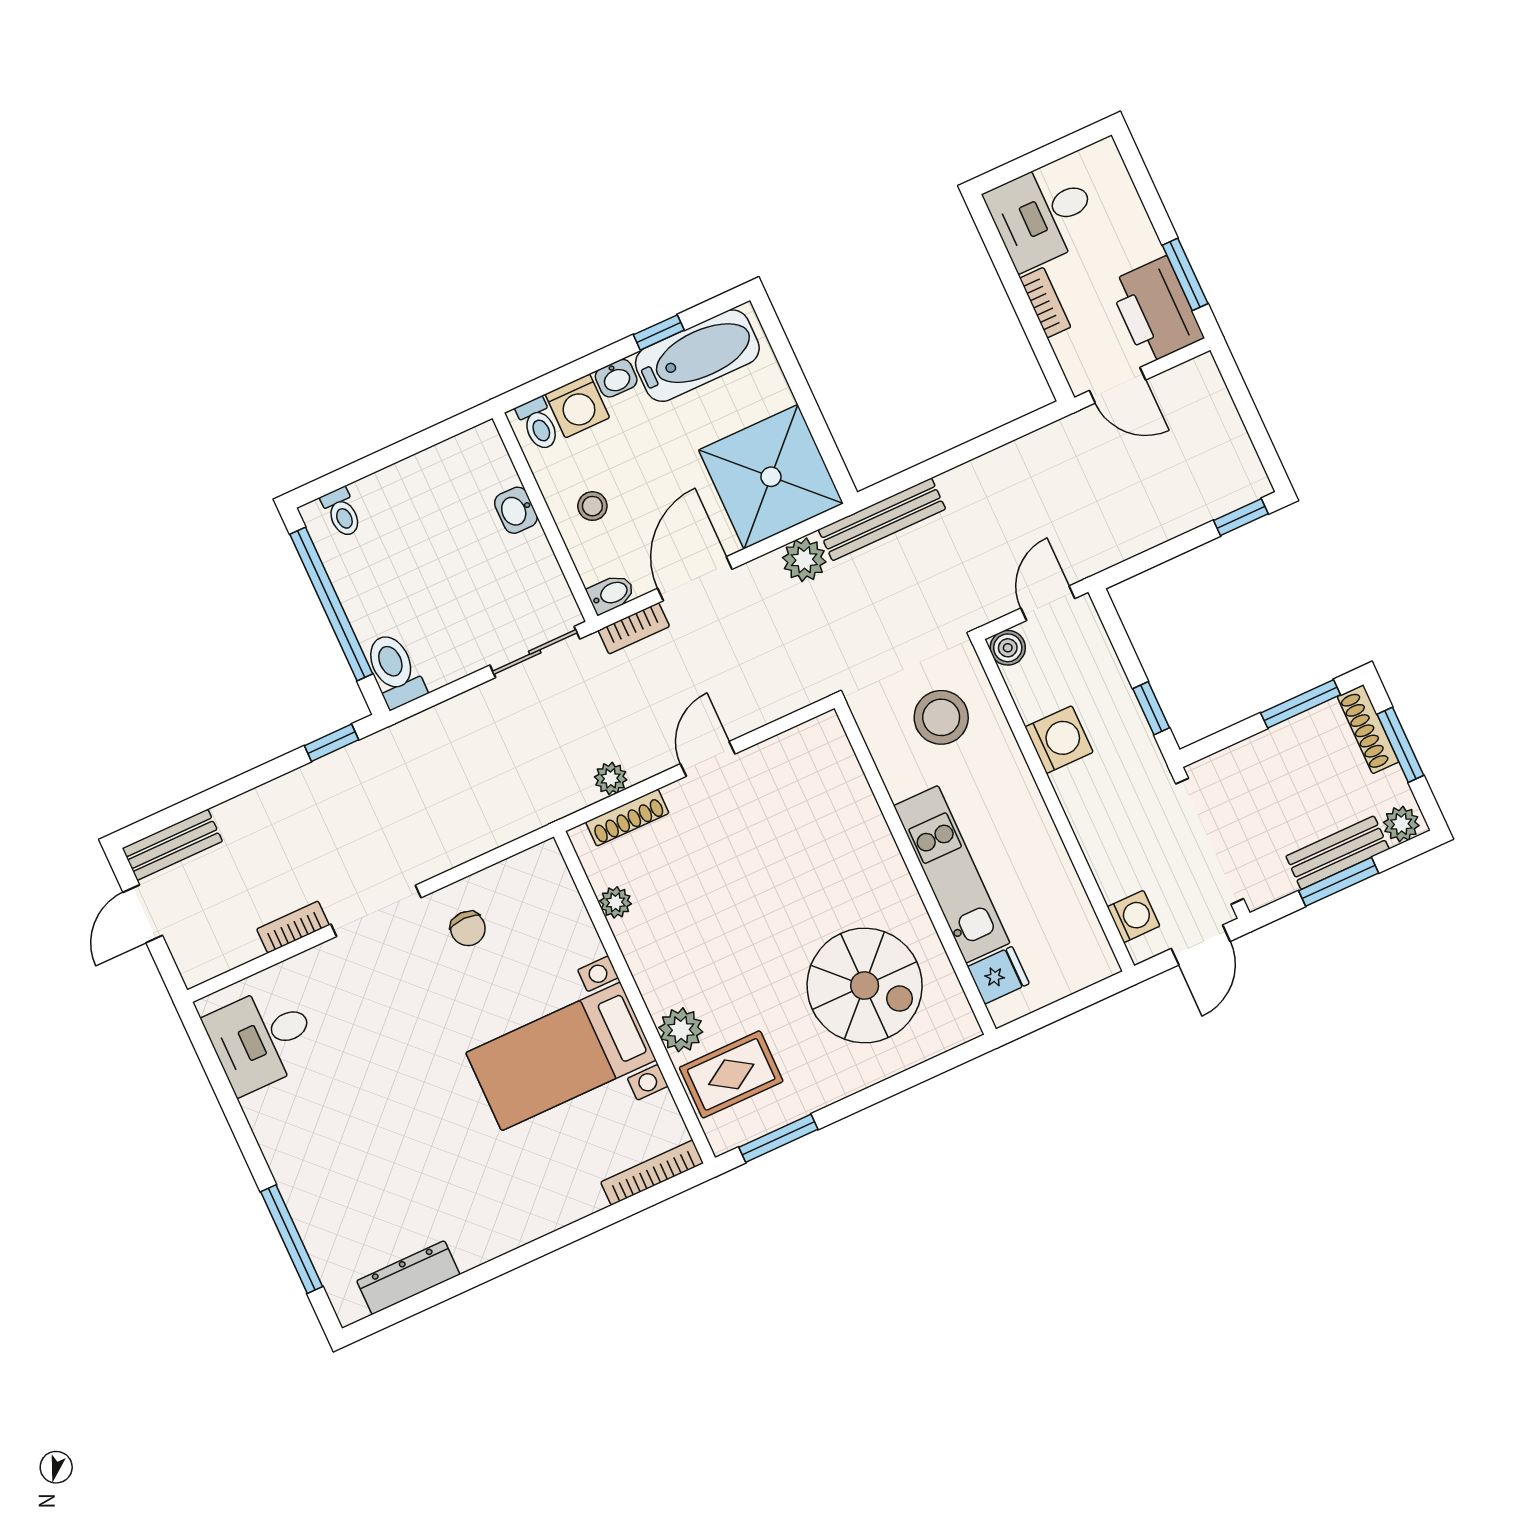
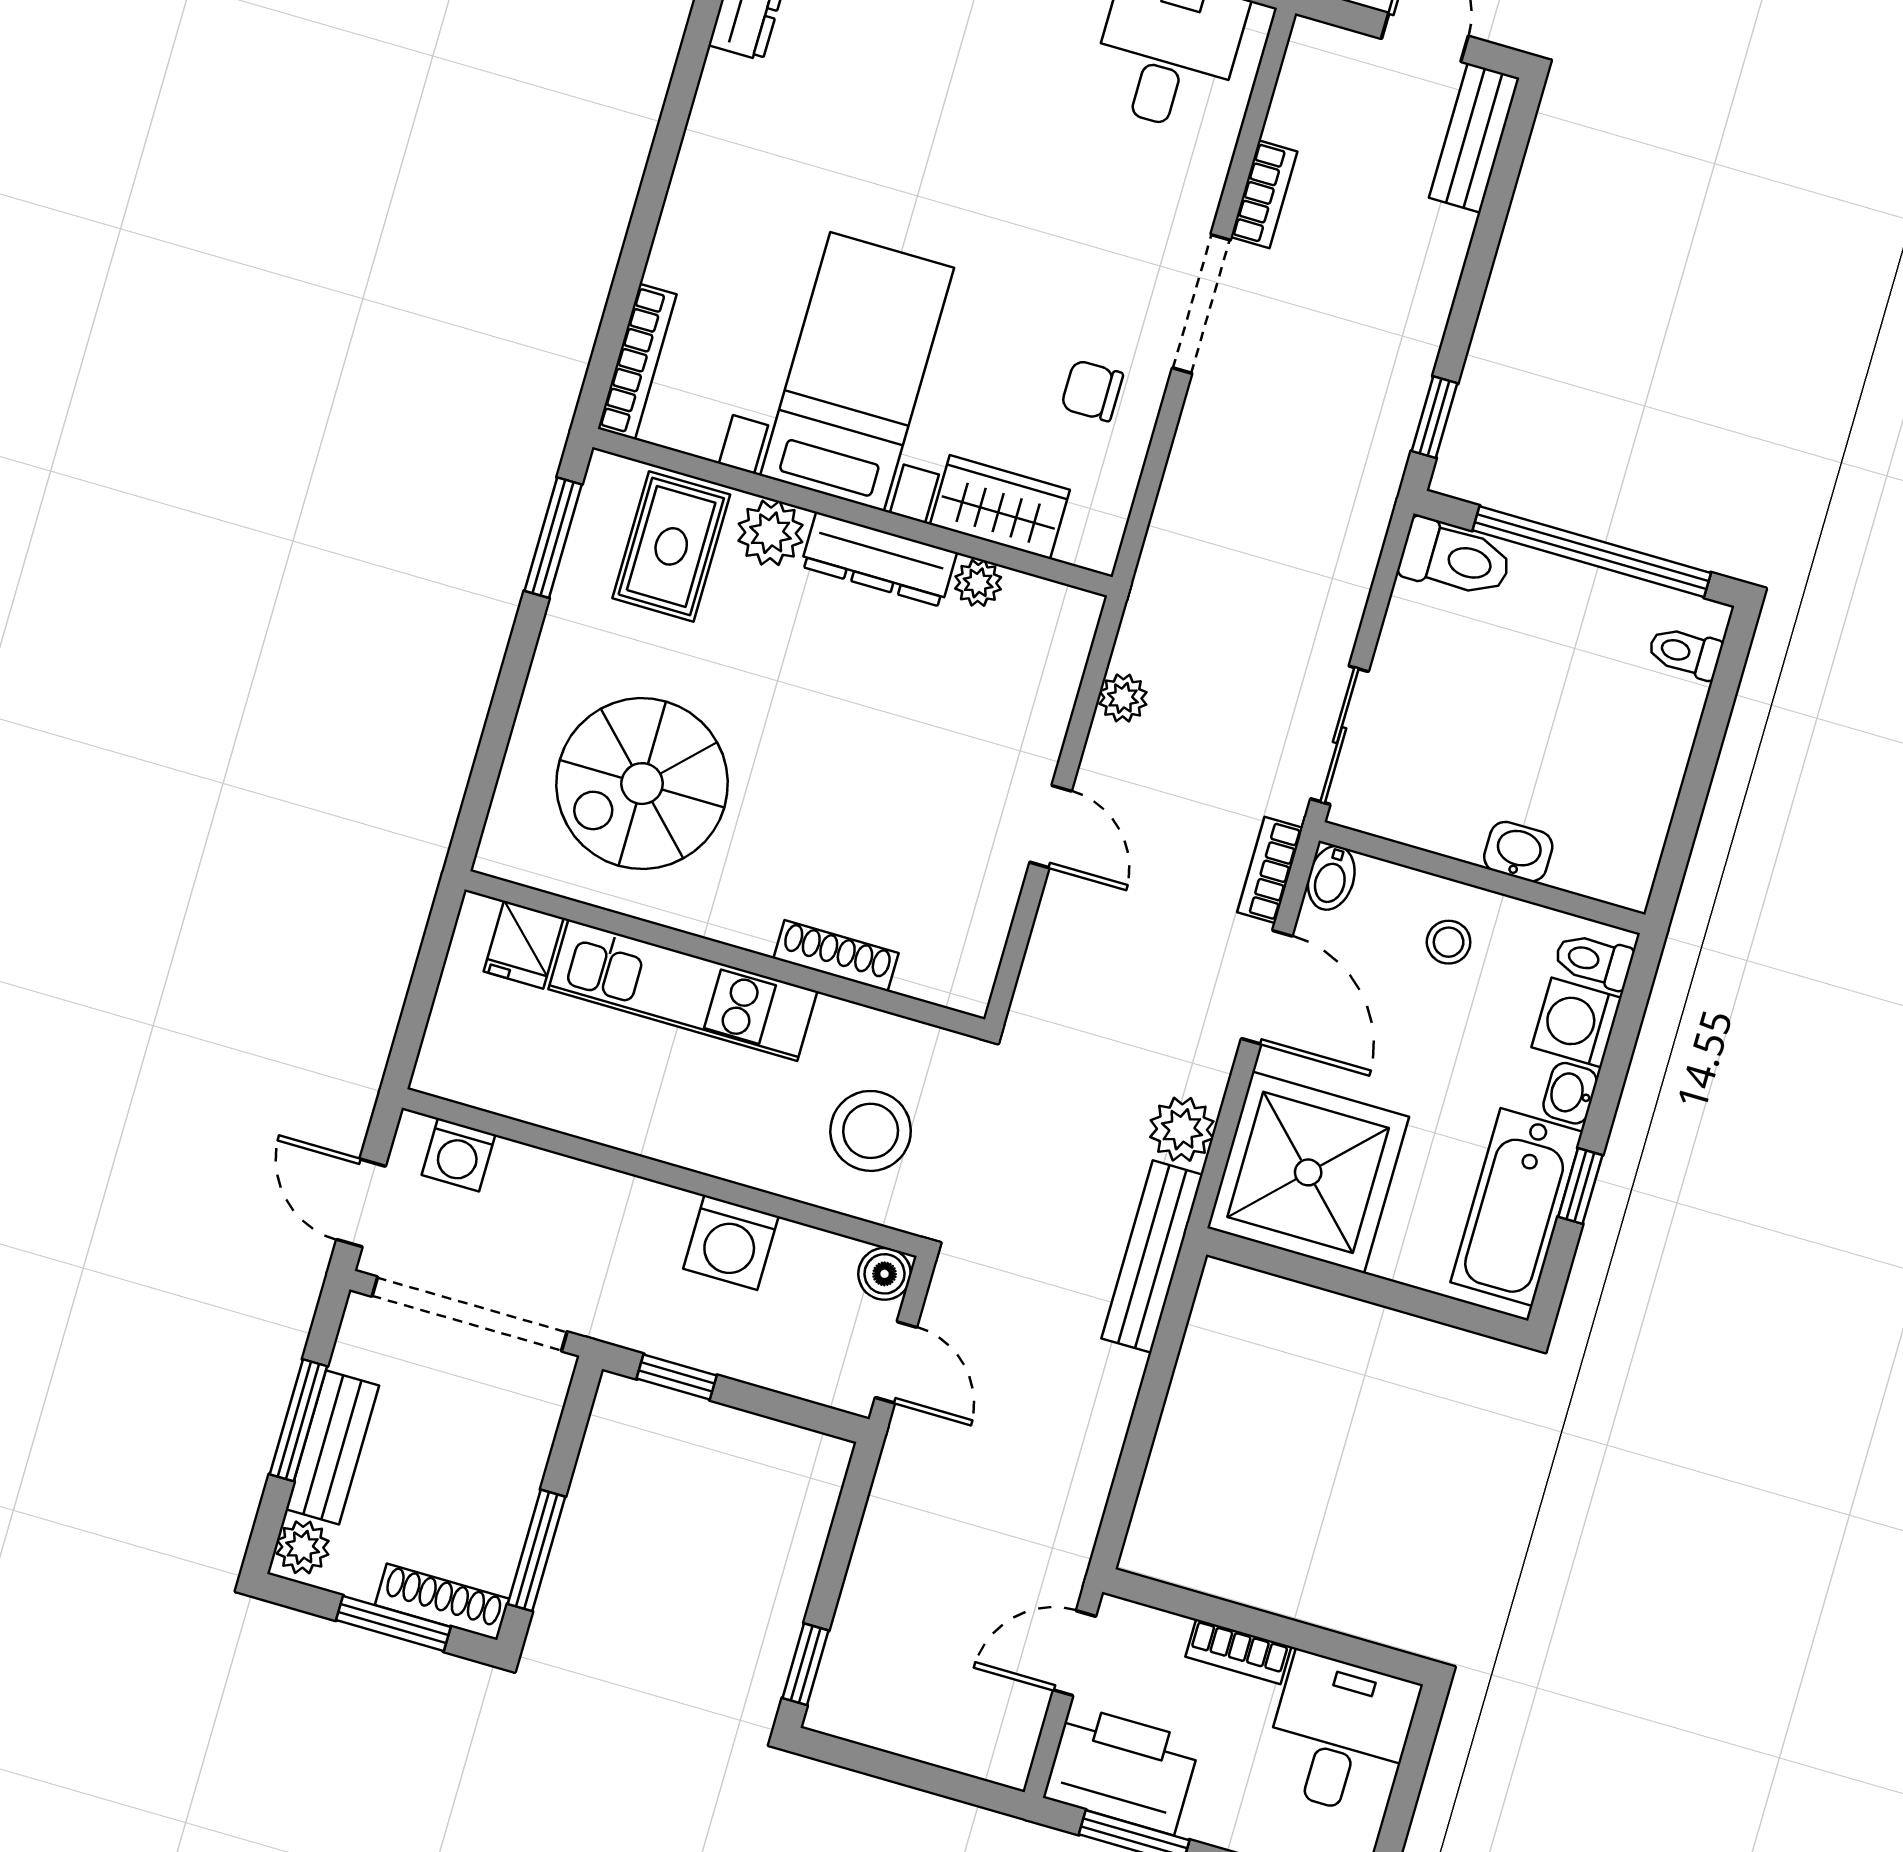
shoe rack: (627, 818) -> (836, 956), moved, turned 90
wardrobe: (567, 924) -> (1000, 507), added
dresser: (647, 963) -> (879, 559), added

